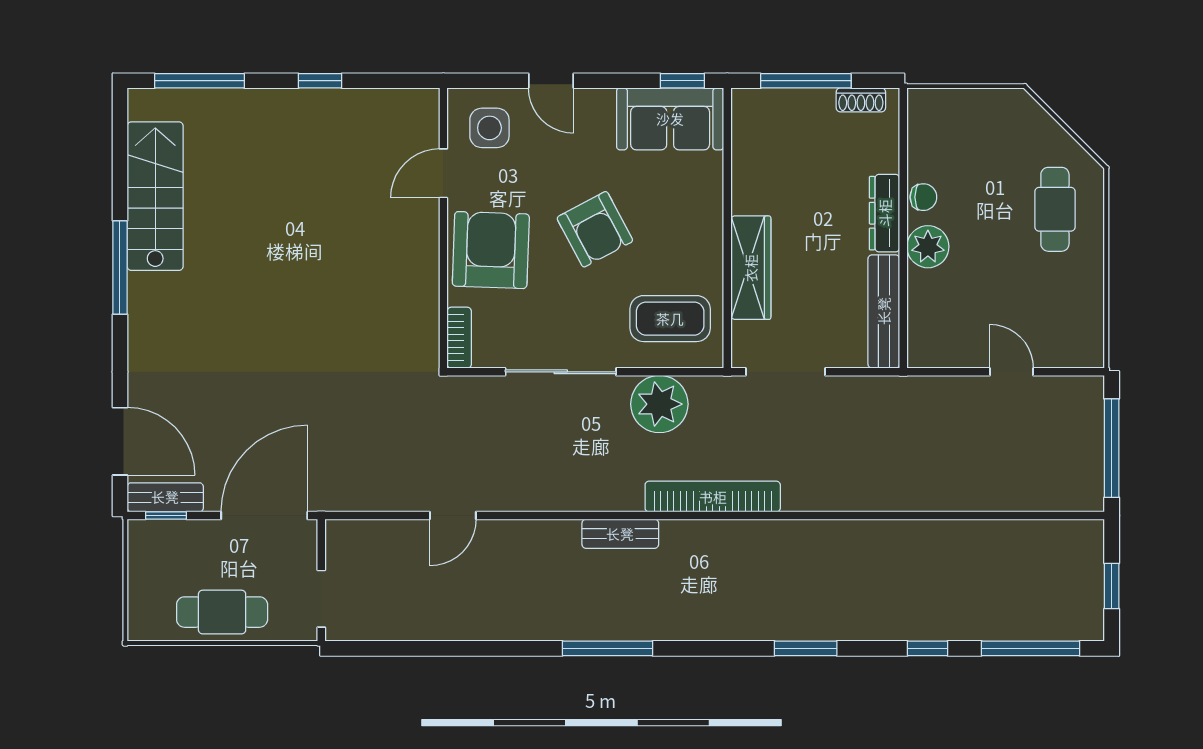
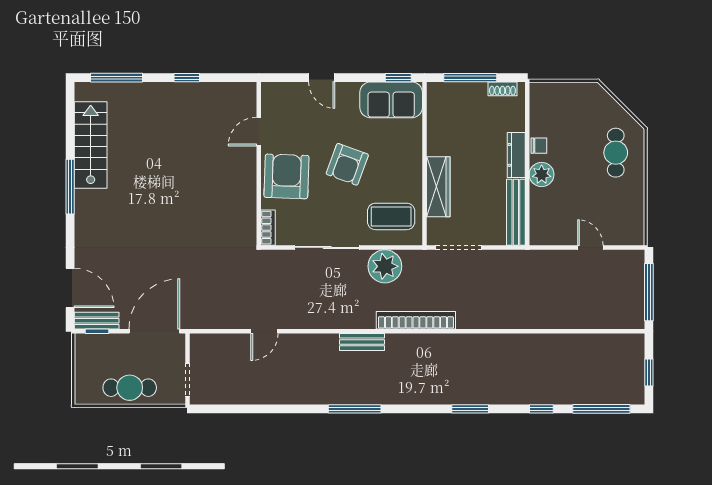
side table: (489, 128) -> (286, 105), removed
armchair: (595, 229) -> (347, 164), turned 48

